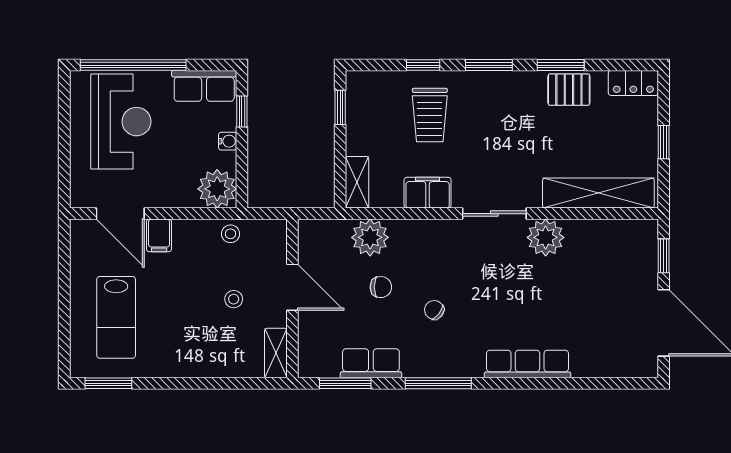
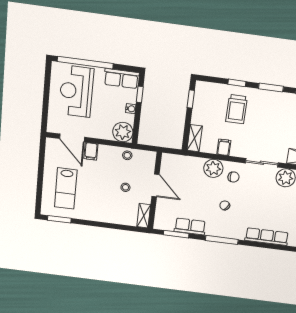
reception desk: (121, 122) -> (76, 91), turned 180
filing cabinet: (428, 193) -> (224, 147), width x0.50
plant: (370, 237) -> (213, 168), moved
chair: (381, 287) -> (233, 177), moved

